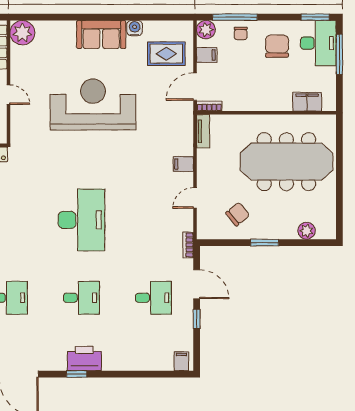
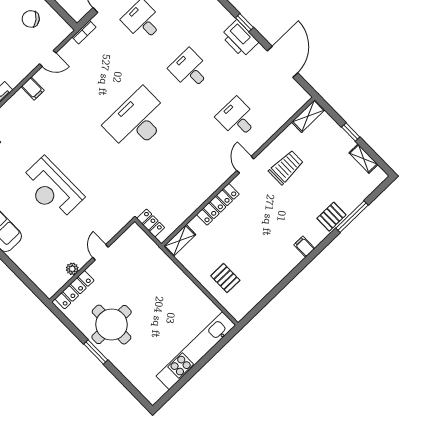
plant: (22, 33) -> (72, 269), moved, width x0.53, depth x0.53
reception desk: (93, 104) -> (52, 189), width x0.74, depth x0.77
printer: (84, 359) -> (240, 39), moved

